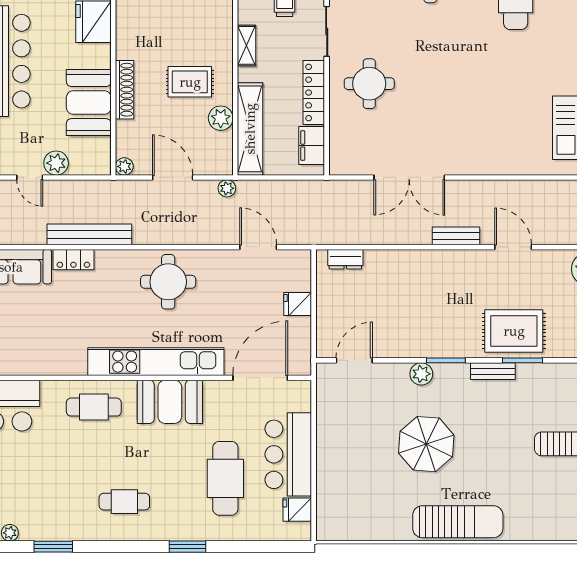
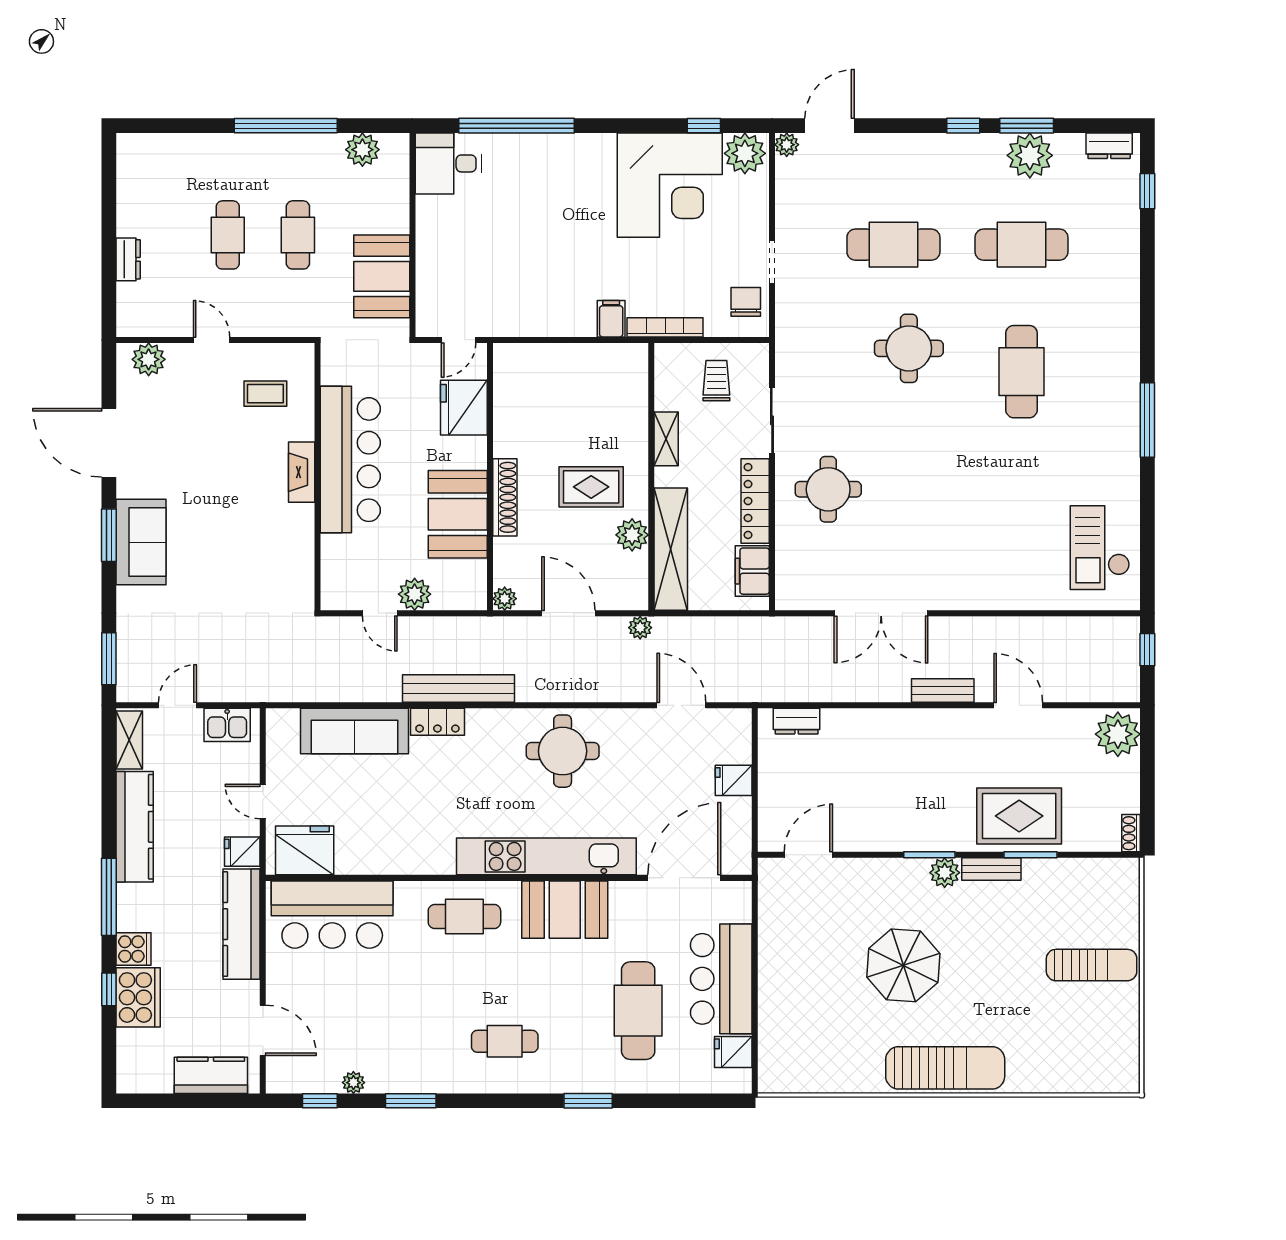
plant: (421, 374) -> (945, 873), moved

